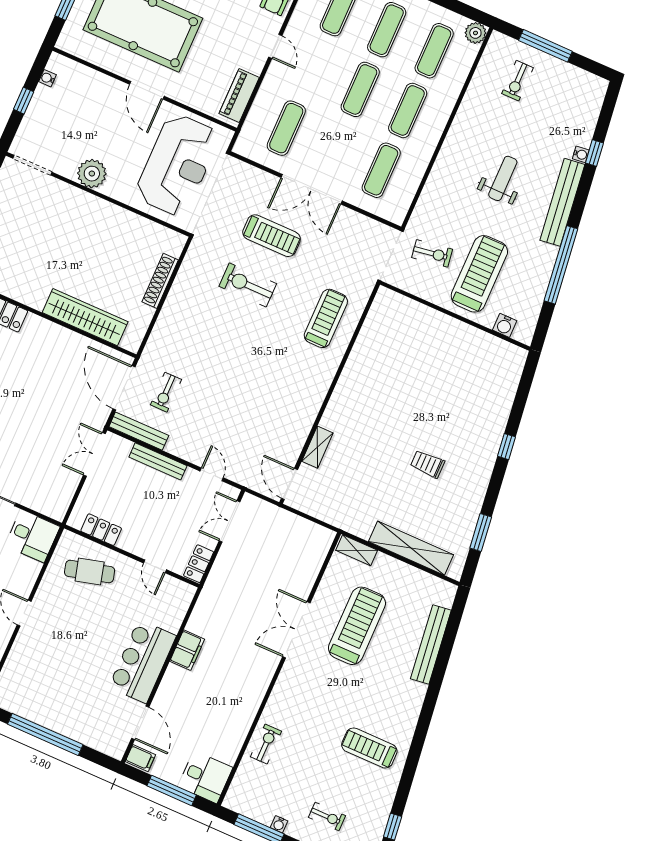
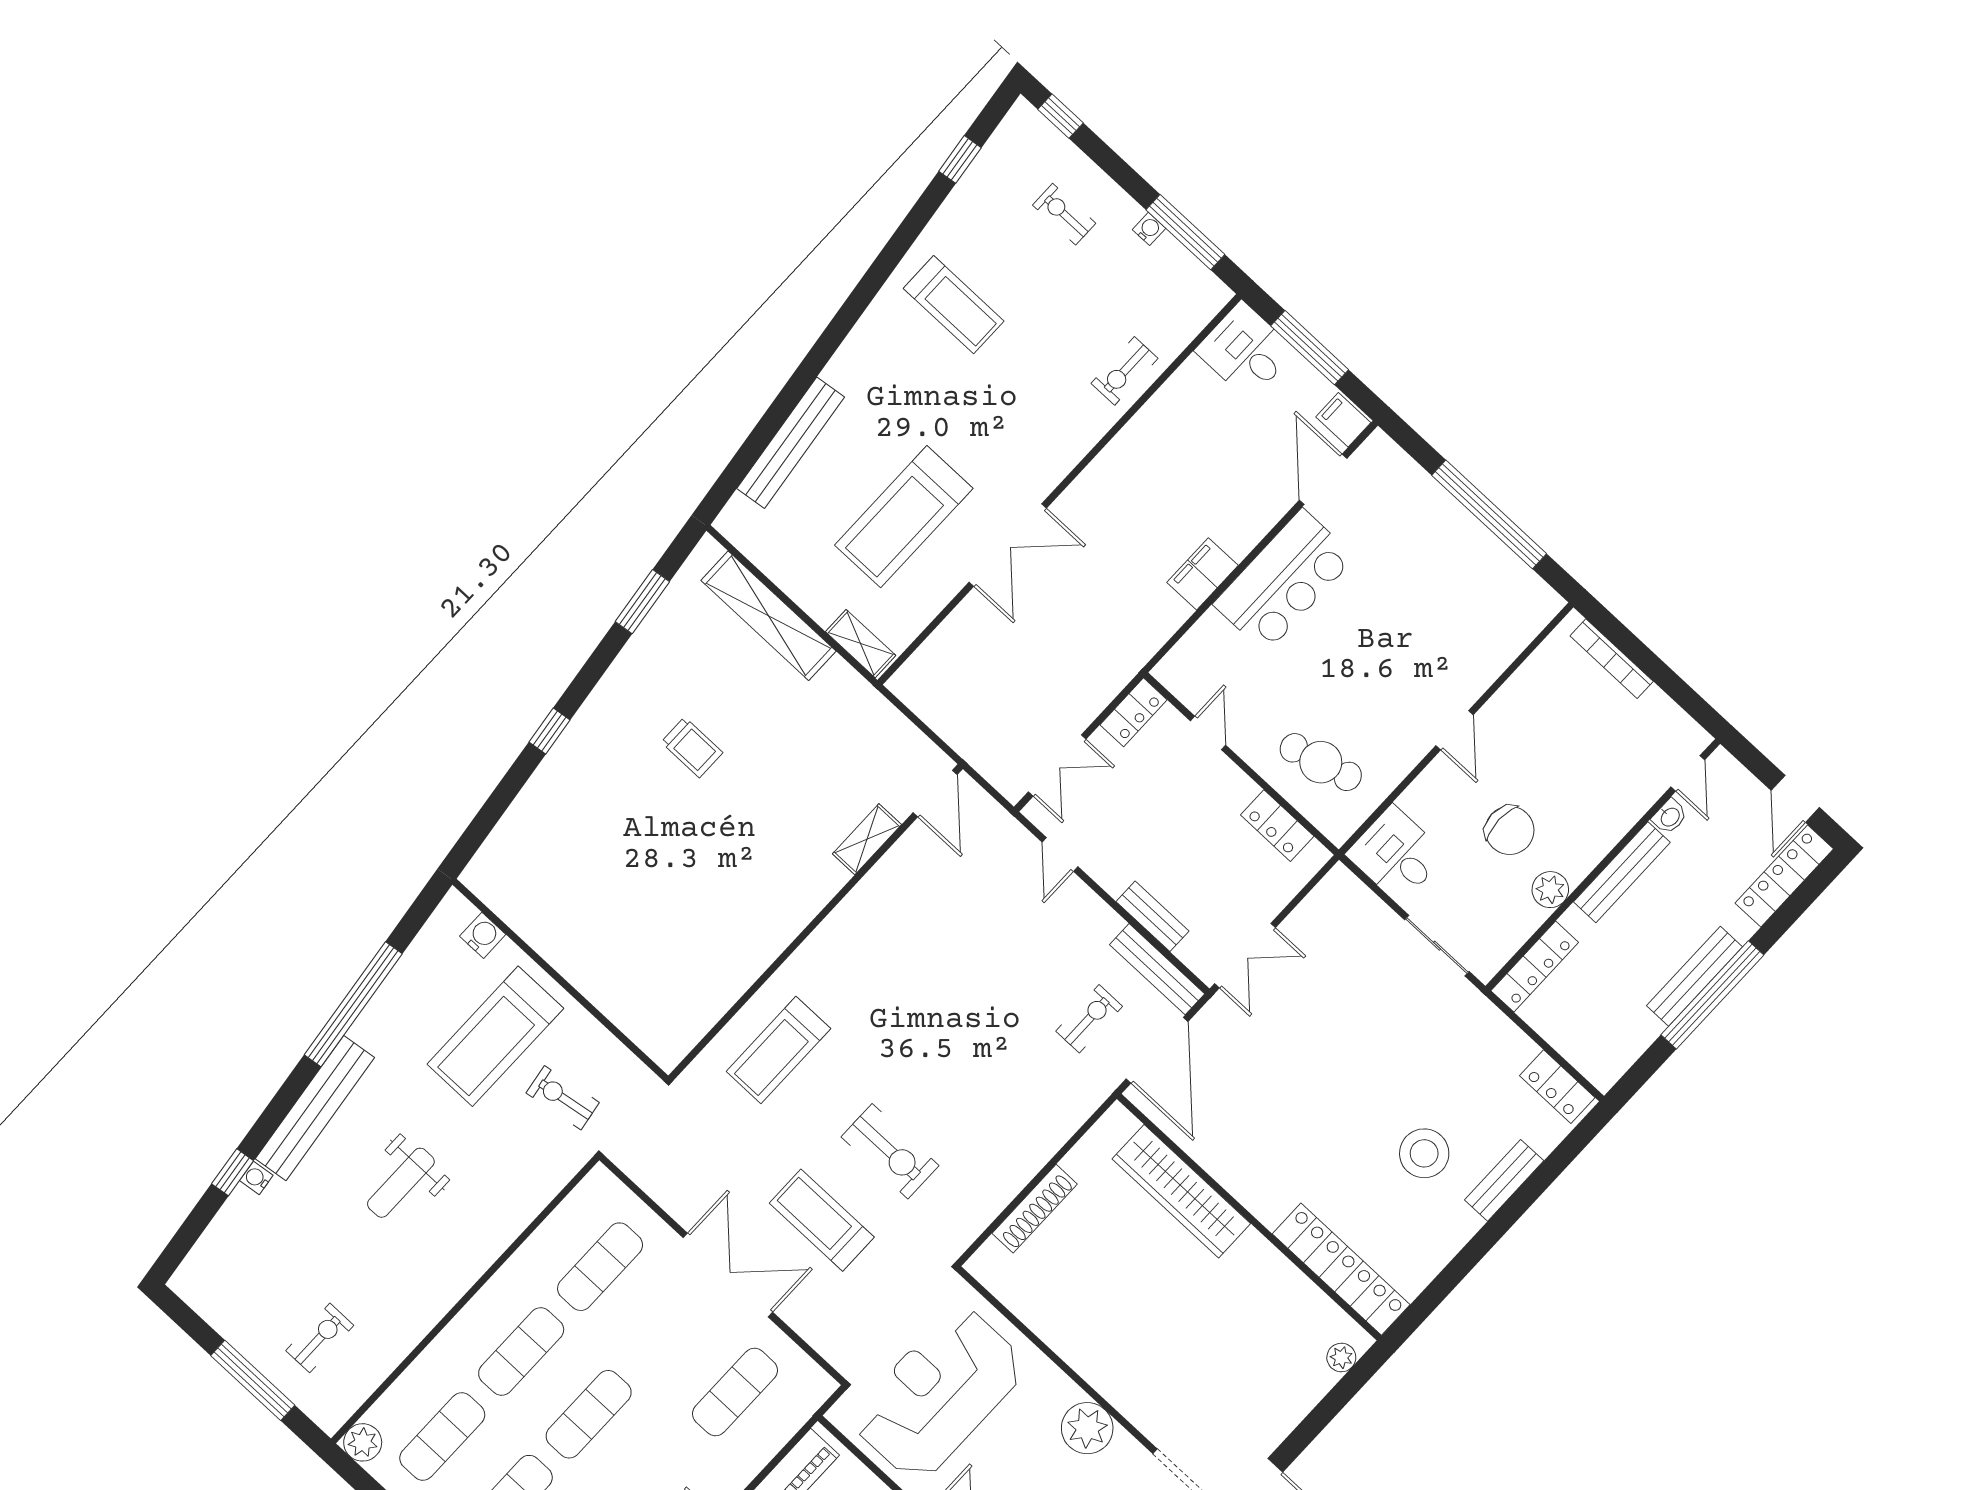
bench: (158, 461) -> (1152, 916), width x0.73

